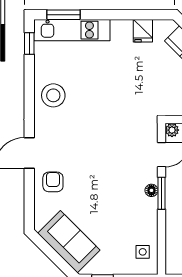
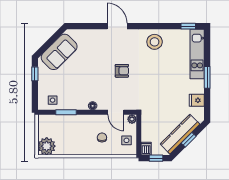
window: (64, 15) -> (207, 77), moved
armchair: (53, 182) -> (122, 71), moved
window: (161, 193) -> (66, 112), moved

